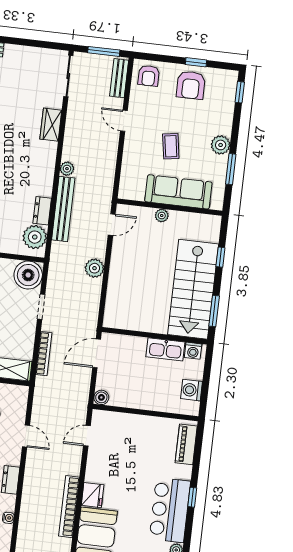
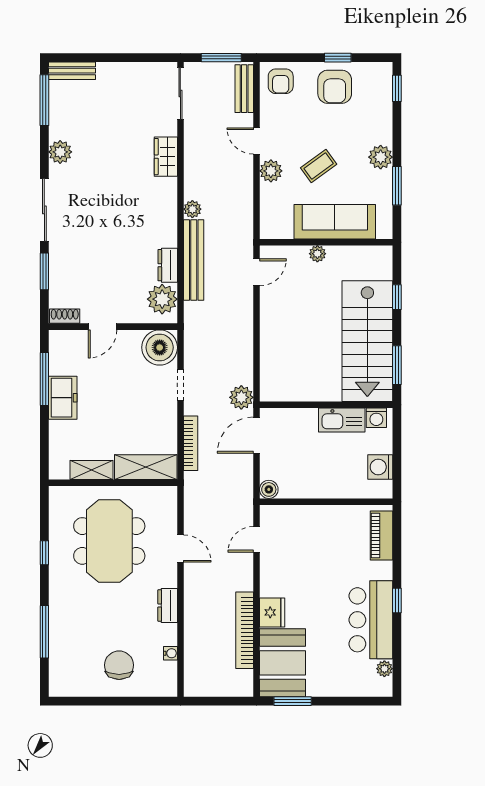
plant: (133, 146) -> (271, 171), added
coffee table: (171, 146) -> (319, 166), turned 63
plant: (94, 268) -> (241, 397), moved

